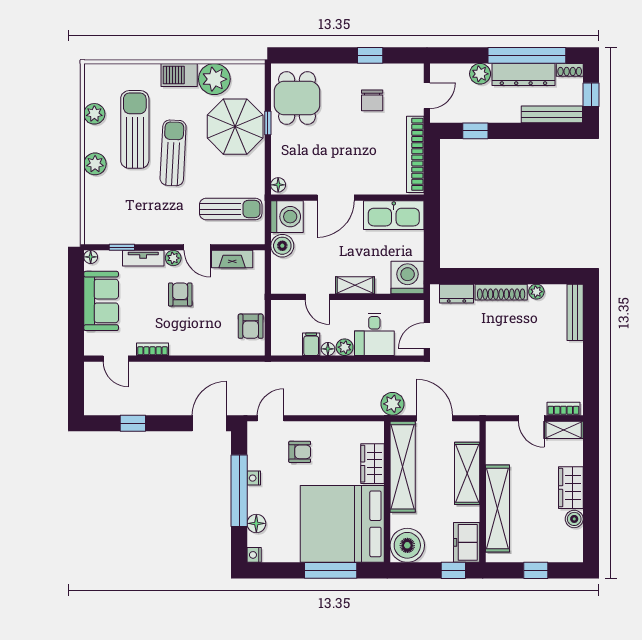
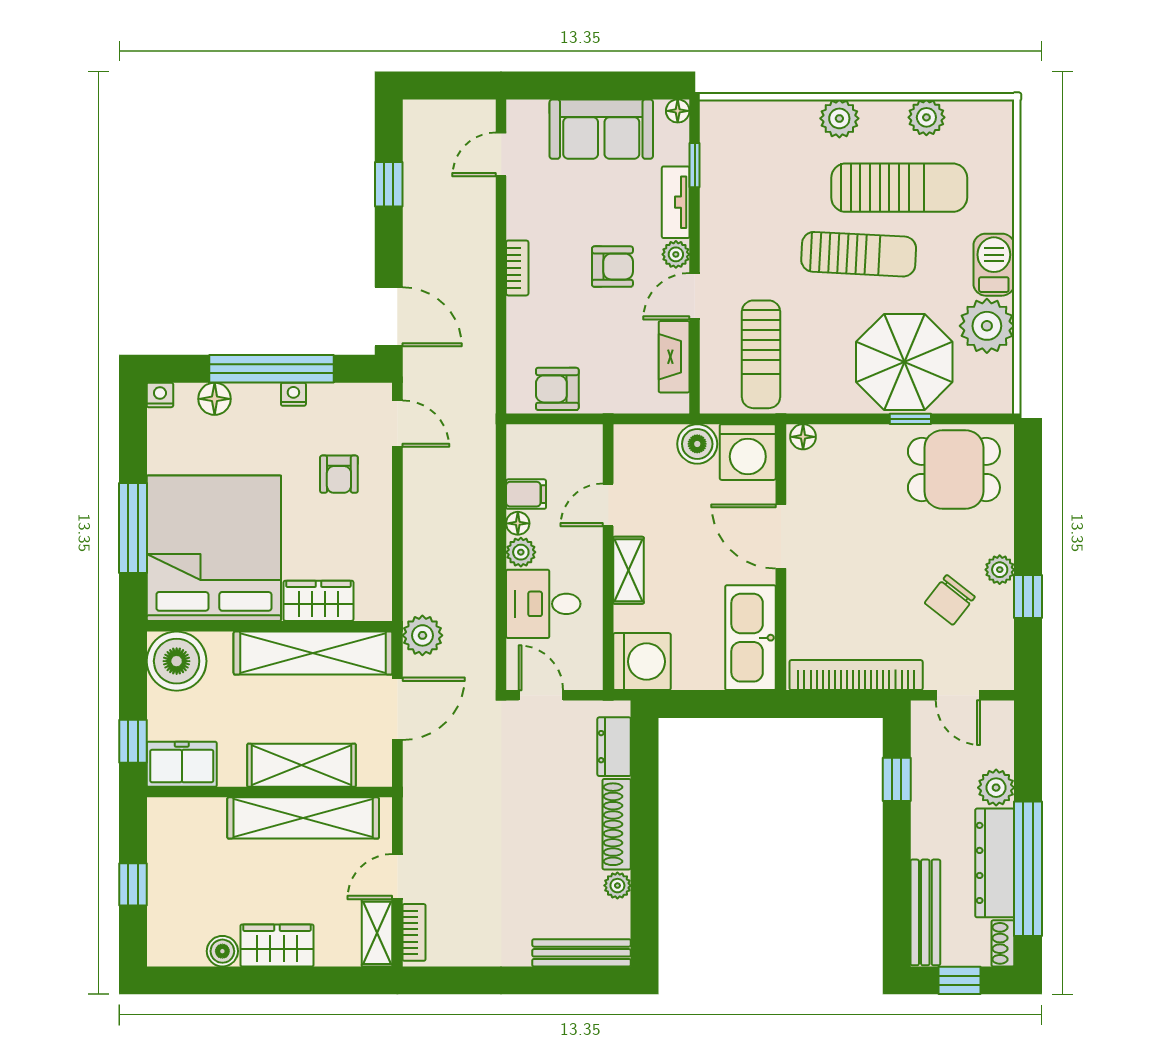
plant: (355, 72) -> (1000, 570), added
chair: (372, 100) -> (950, 600), turned -52
bookcase: (153, 349) -> (517, 268), moved
shelving: (498, 508) -> (303, 818), moved

